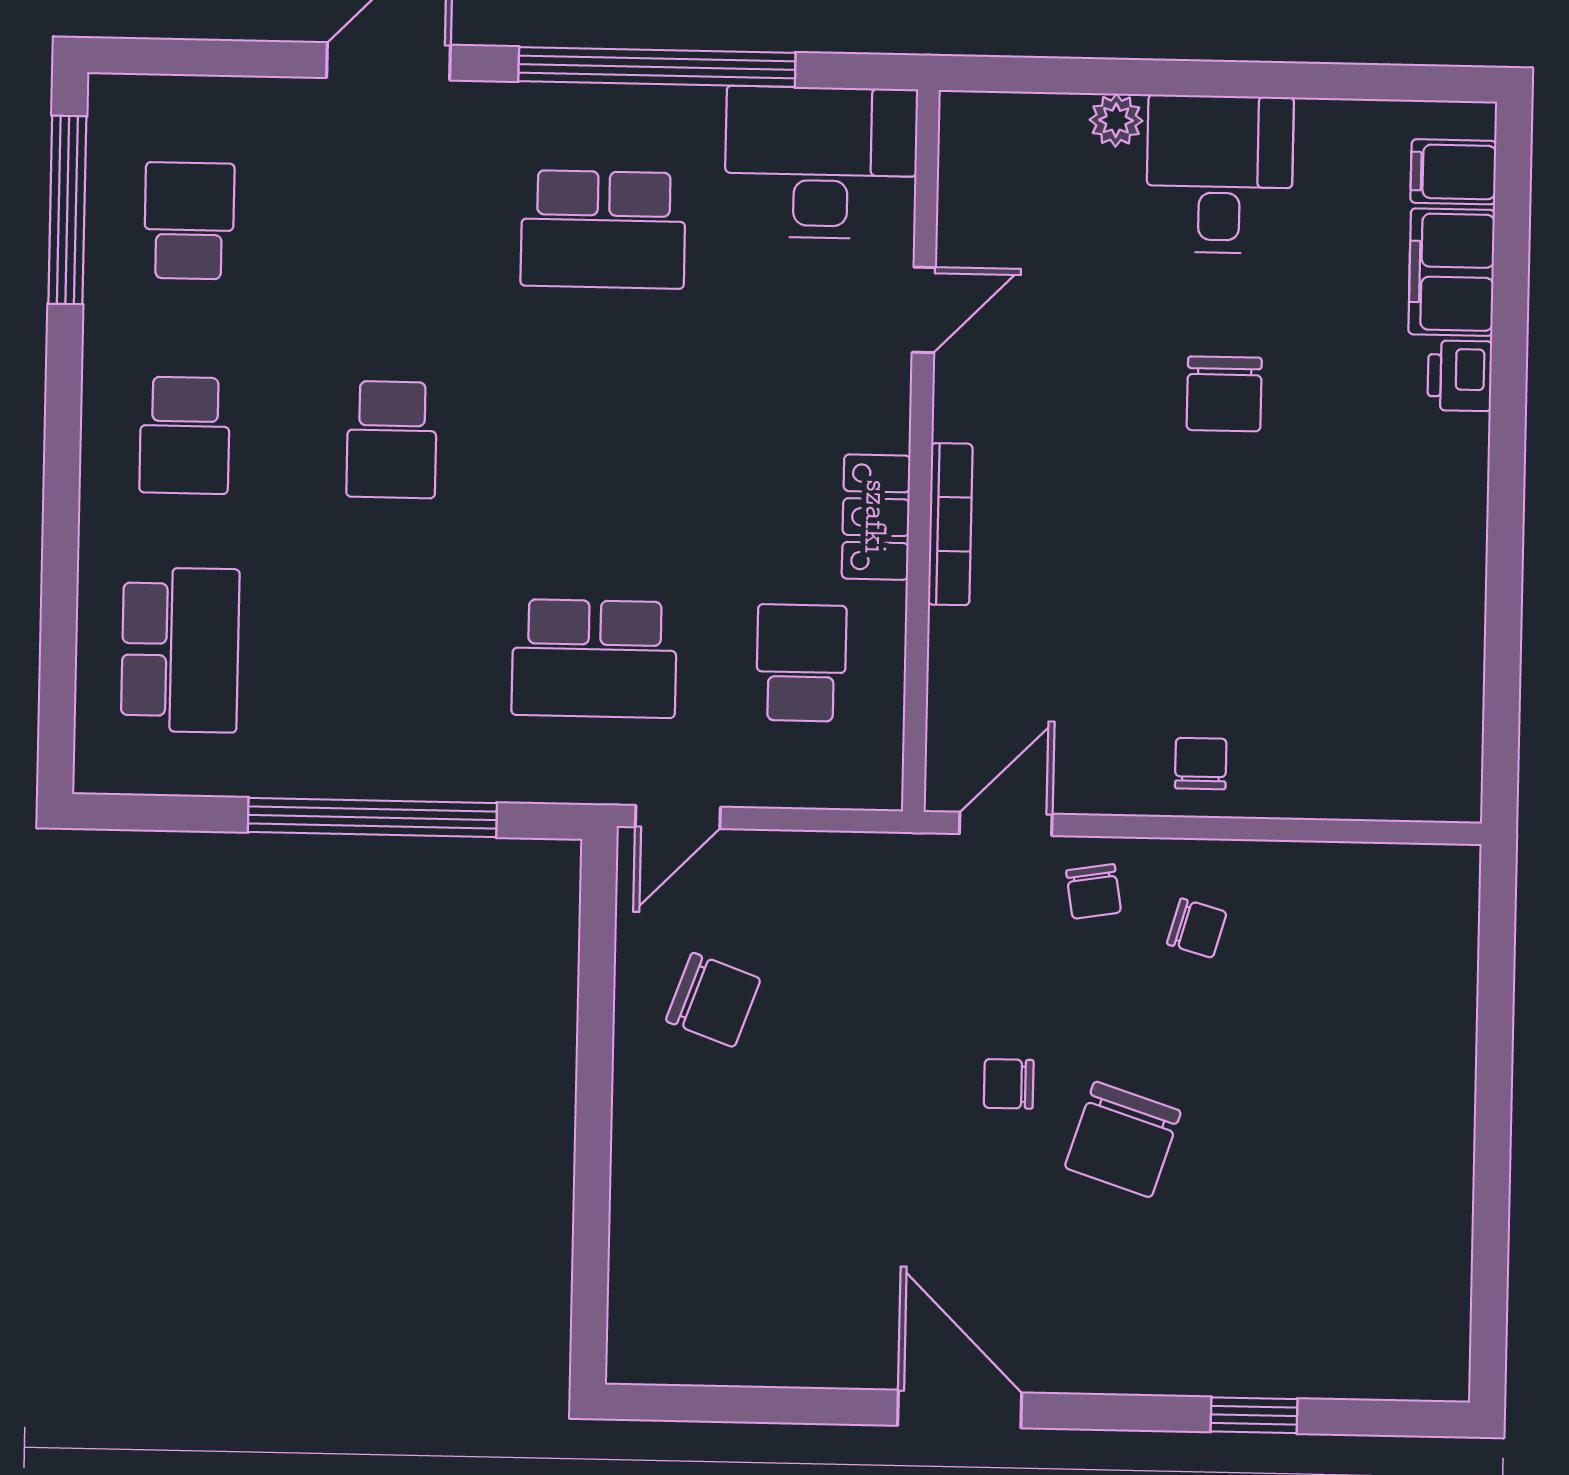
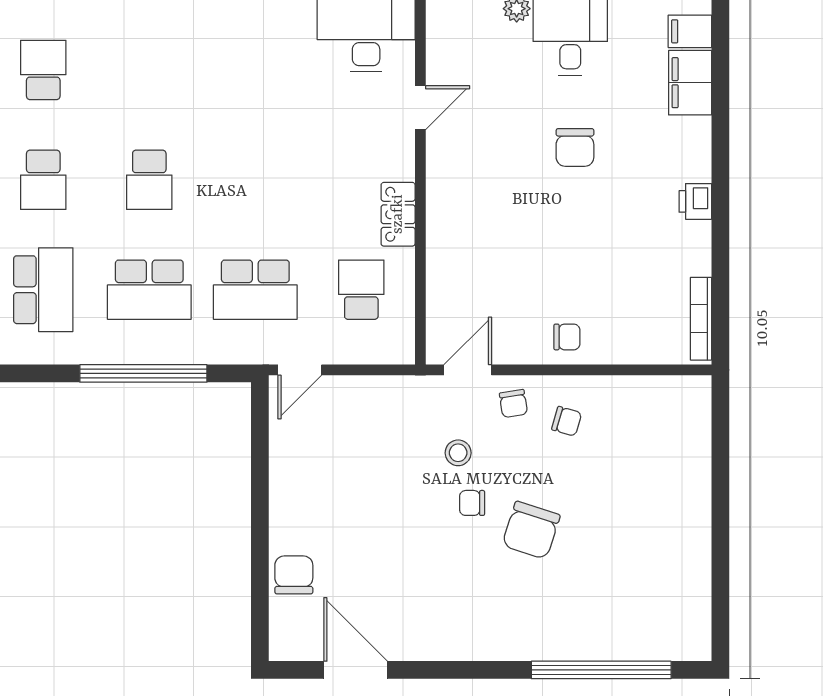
school desk: (603, 229) -> (149, 290), moved
printer: (1460, 376) -> (695, 201), moved
bookcase: (950, 524) -> (701, 319), moved, turned 180
chair: (1201, 764) -> (567, 337), turned 90
stool: (984, 985) -> (458, 453), added
chair: (713, 1000) -> (294, 575), moved, turned -110
door: (960, 1409) -> (356, 670), moved
window: (1254, 1415) -> (601, 670), width x3.17

